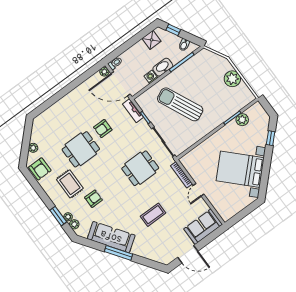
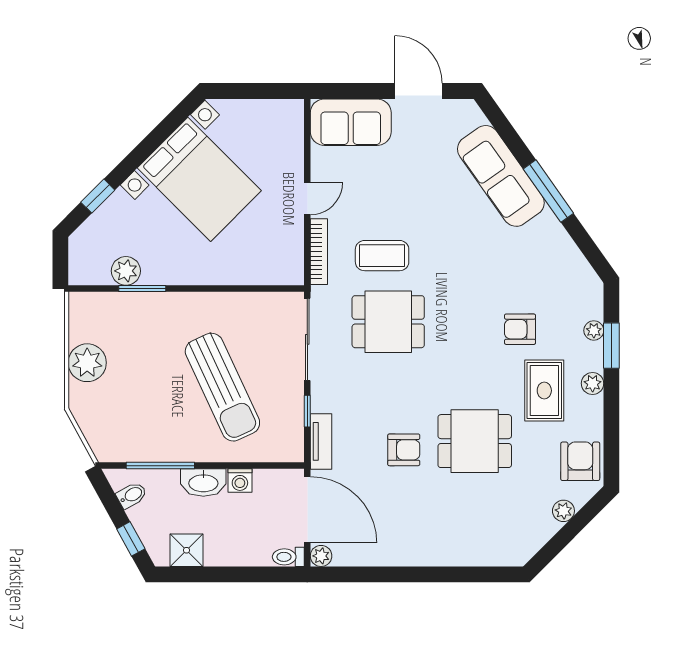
coffee table: (153, 215) -> (382, 256), moved
plant: (74, 224) -> (593, 383), moved
sofa: (111, 237) -> (501, 176), moved

